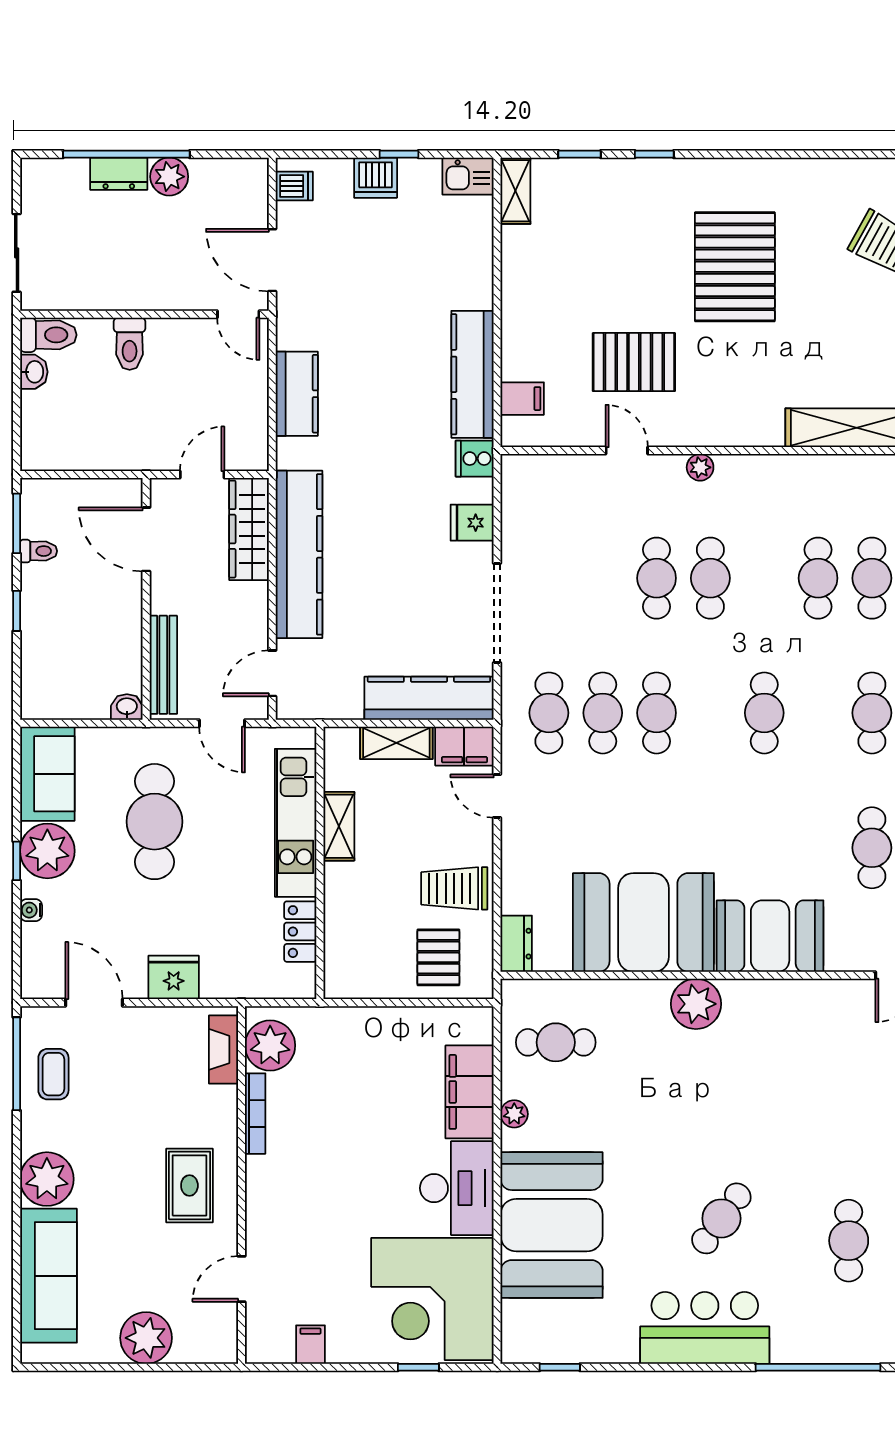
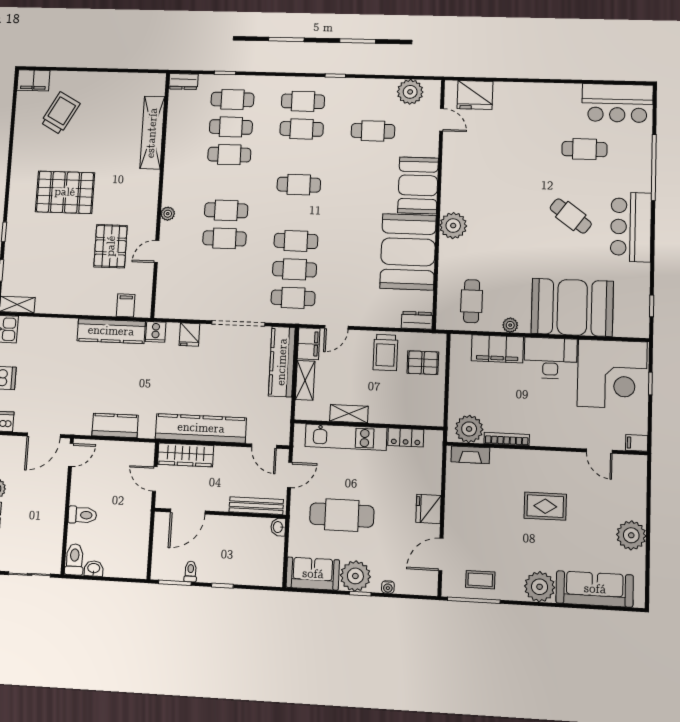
plant: (270, 1045) -> (469, 429), moved
fireplace: (223, 1049) -> (470, 455), moved
bookcase: (255, 1114) -> (507, 439), moved
wall: (242, 1185) -> (546, 448), moved
door: (242, 1279) -> (599, 451), moved

